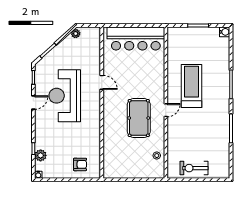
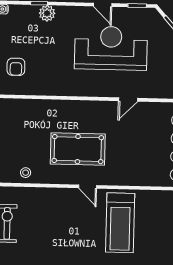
treadmill: (191, 86) -> (120, 223), turned 90
plant: (41, 155) -> (47, 13), moved

